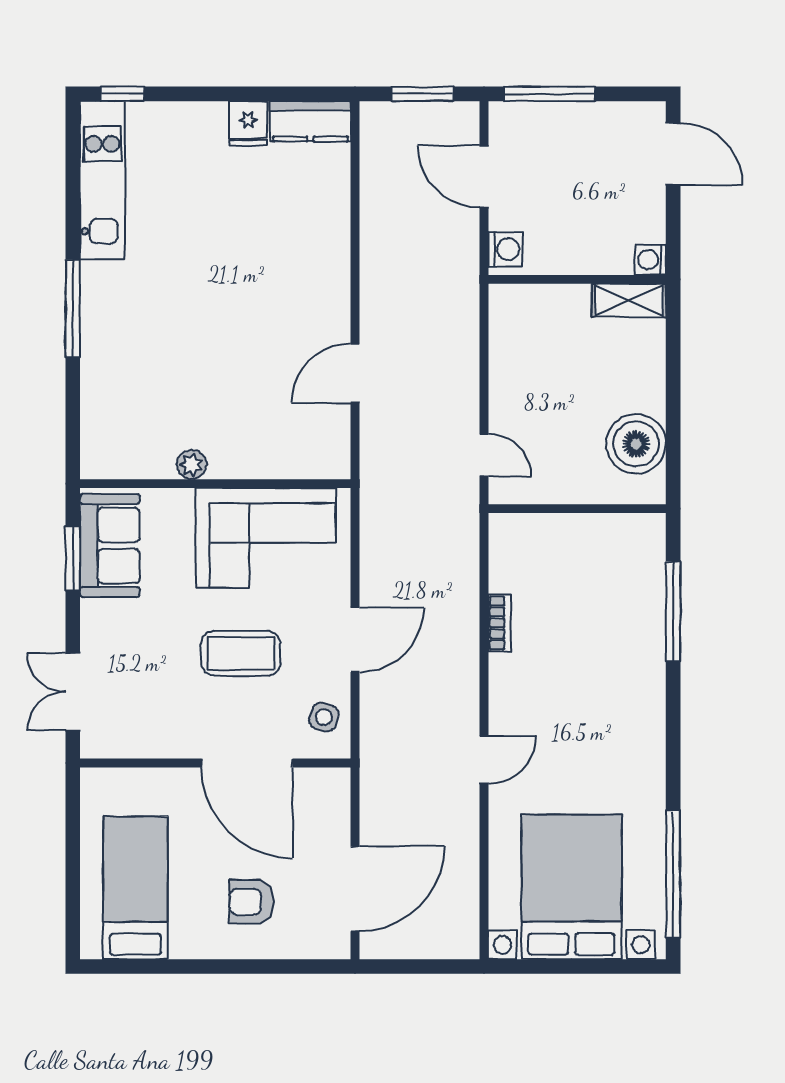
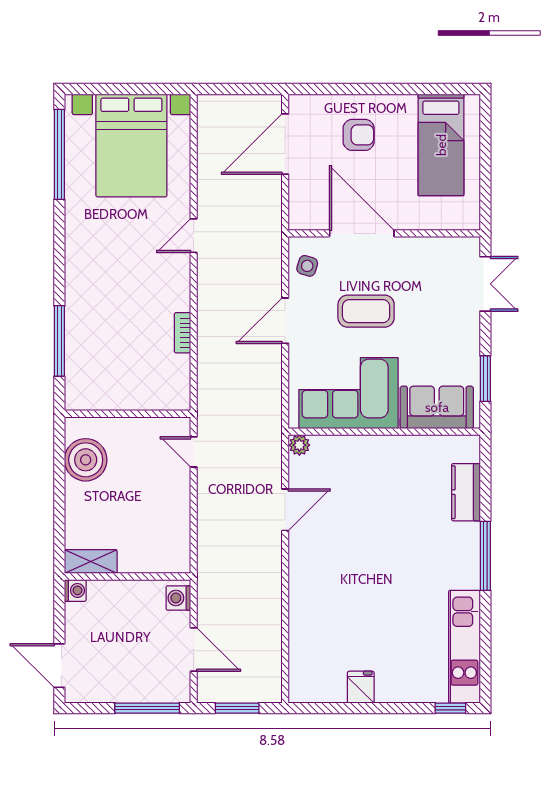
kitchen counter: (310, 121) -> (466, 492), moved, turned -90
plant: (192, 465) -> (299, 445), moved
sofa: (110, 546) -> (437, 407), moved, turned 90

